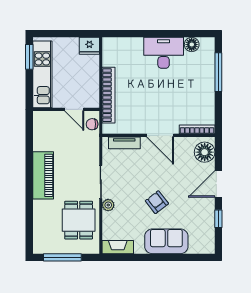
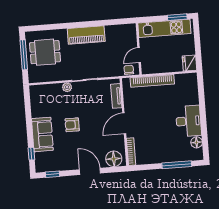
armchair: (157, 202) -> (72, 125), turned -142
window: (218, 219) -> (53, 174), moved
dining table: (79, 220) -> (45, 52), moved
fireplace: (118, 247) -> (35, 97), removed
window: (190, 257) -> (31, 154), added

